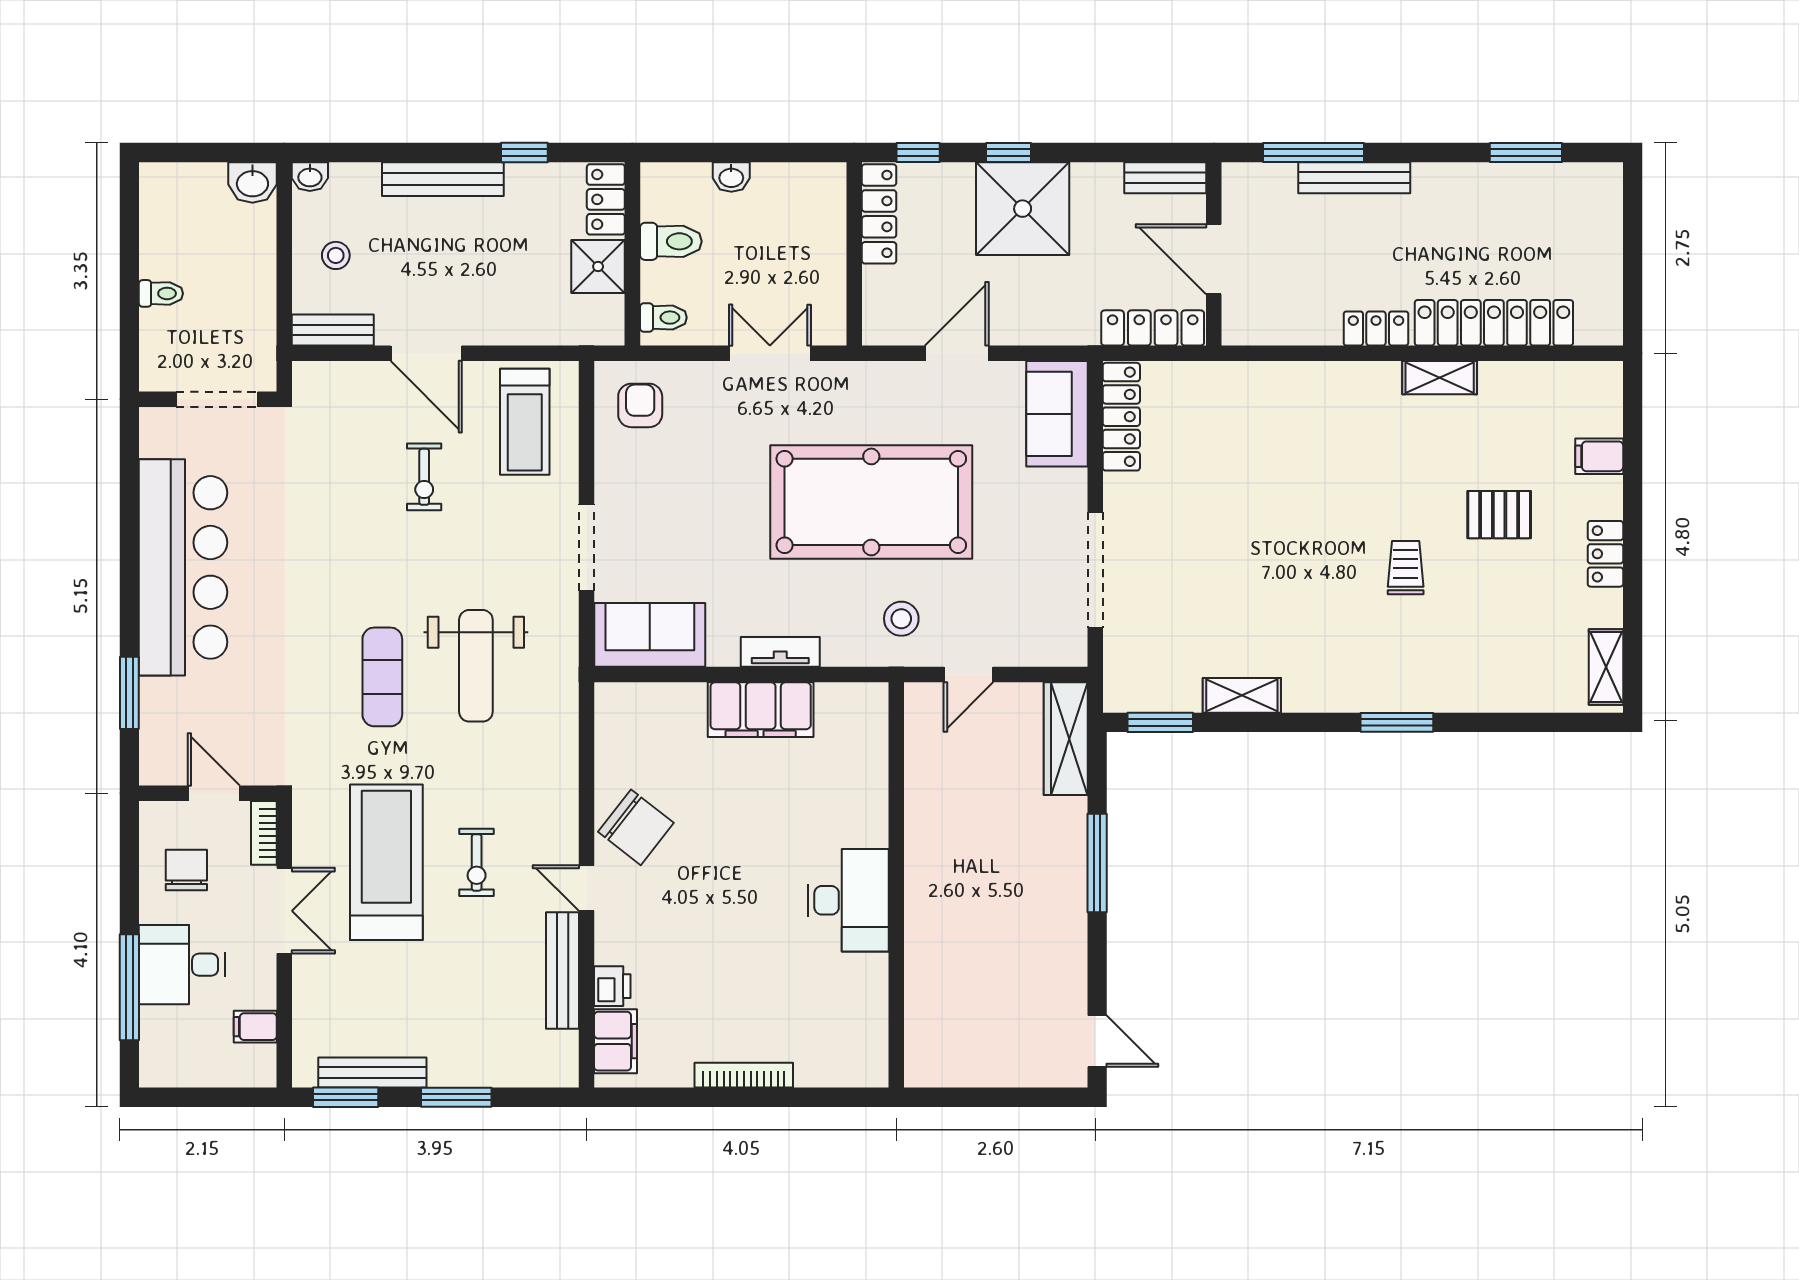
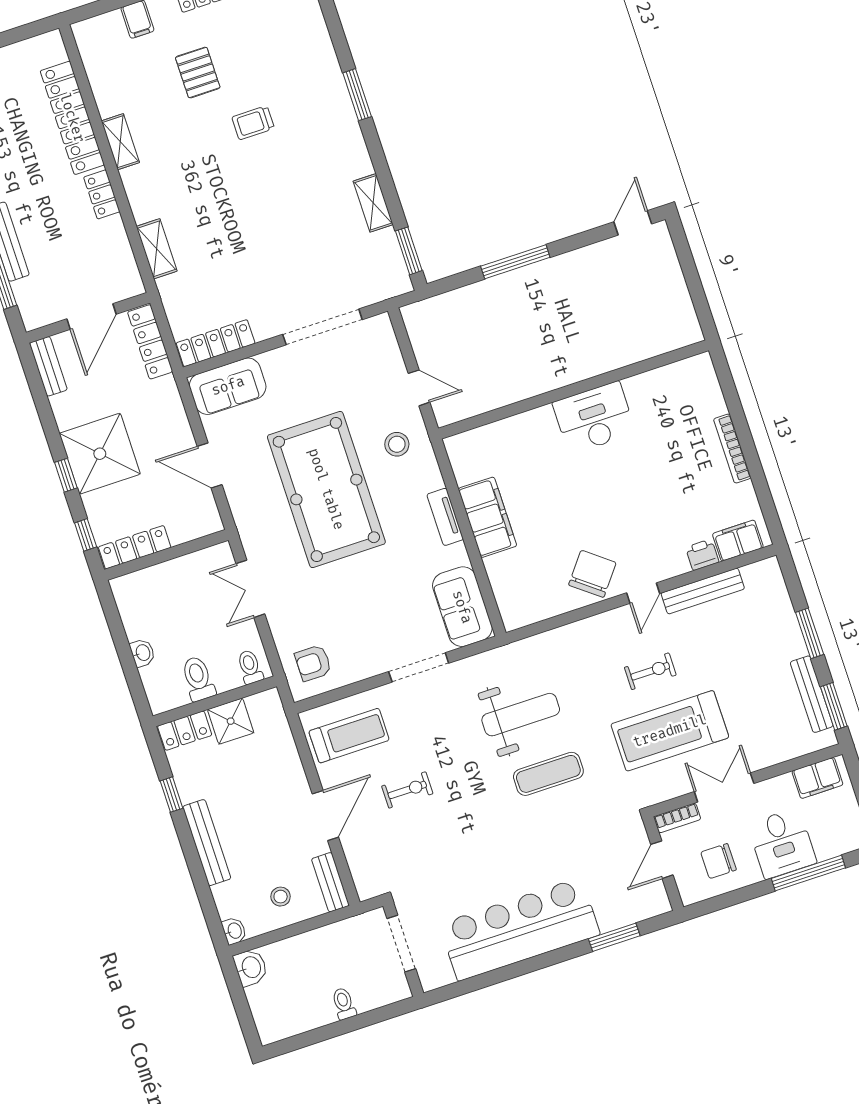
shelving: (1277, 379) -> (157, 249), added
wardrobe: (1066, 739) -> (440, 310), removed
filing cabinet: (255, 1027) -> (817, 778), width x2.00

